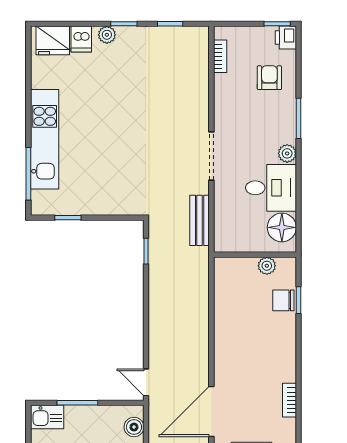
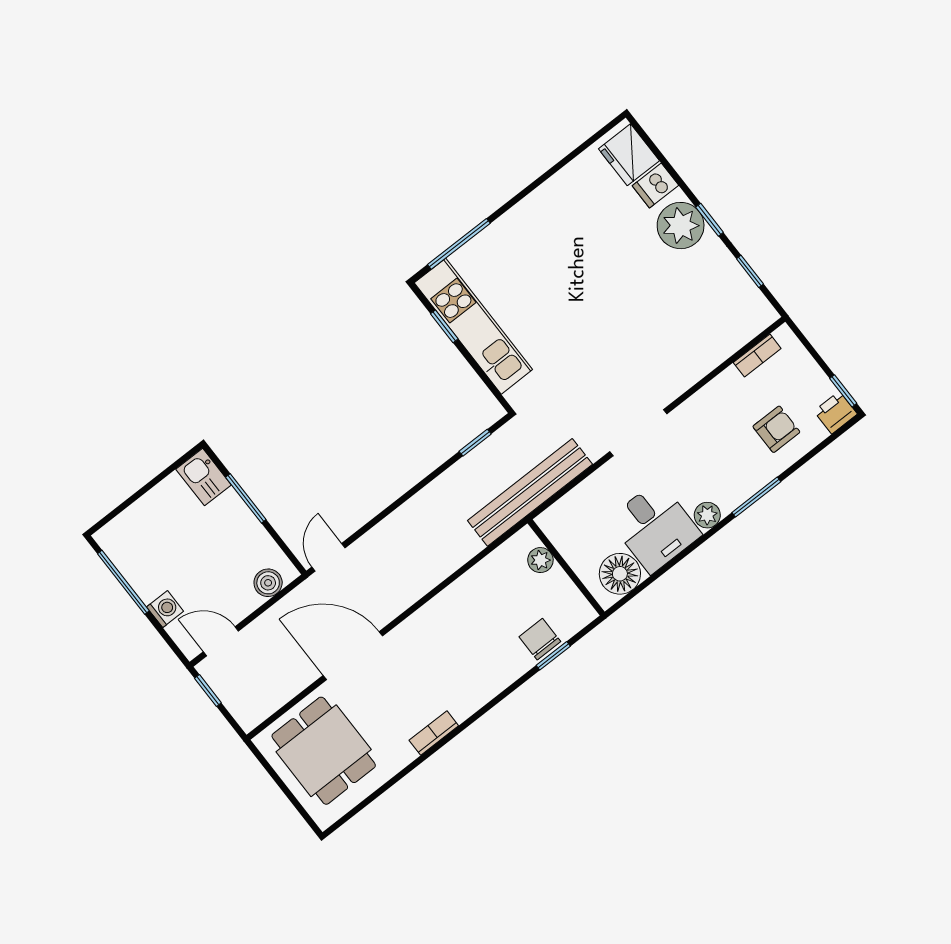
plant: (107, 35) -> (681, 226), width x1.87, depth x1.87
kitchen unit: (45, 139) -> (473, 326), moved, turned -90
bench: (200, 220) -> (530, 492), width x1.86, depth x1.21
plant: (267, 266) -> (540, 560), moved

